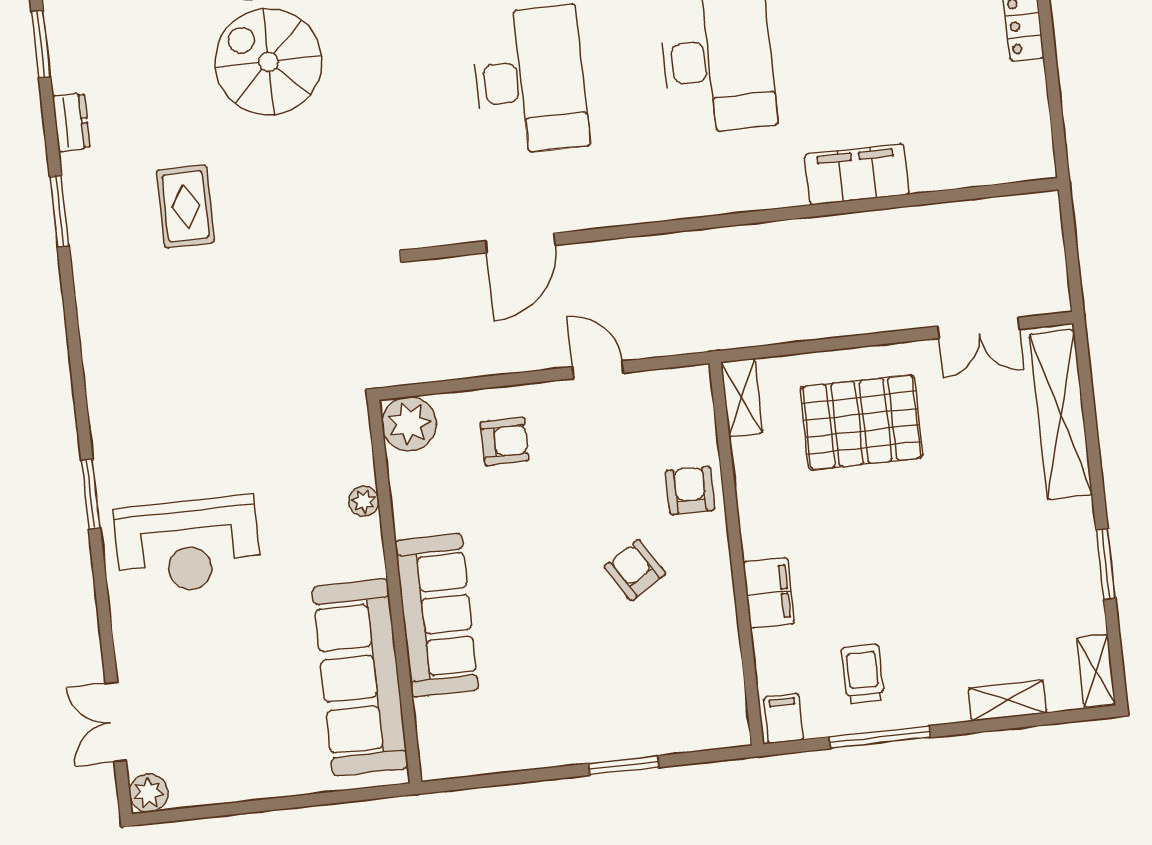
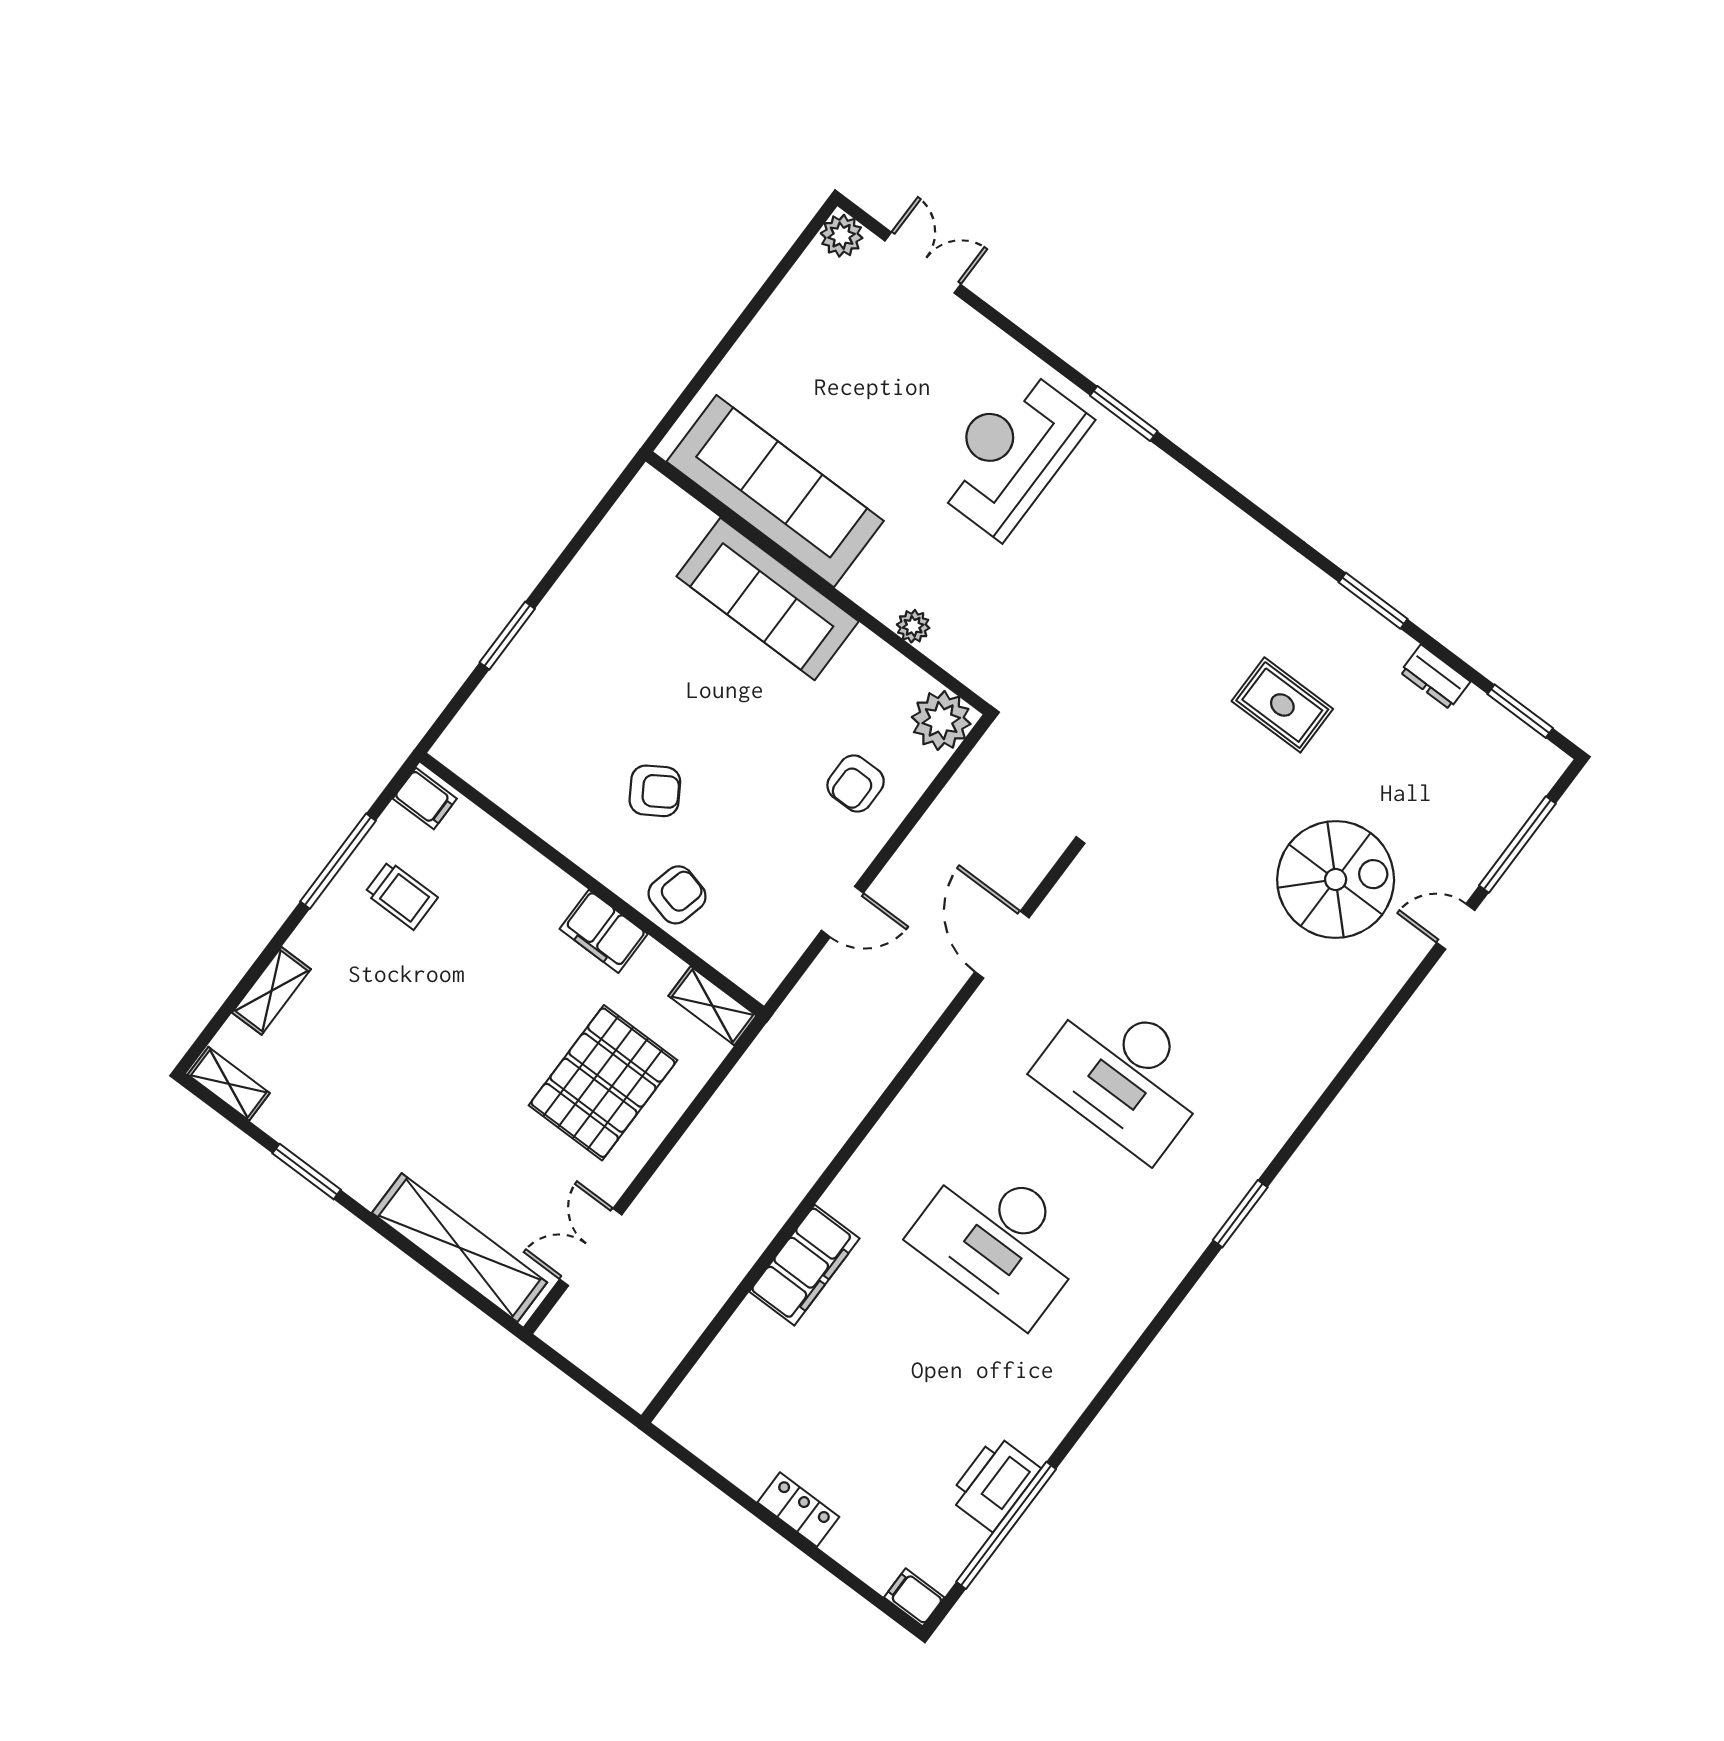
armchair: (690, 490) -> (677, 895), turned -76
filing cabinet: (769, 593) -> (604, 931), moved

